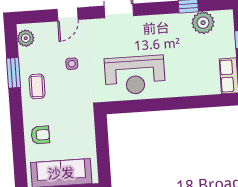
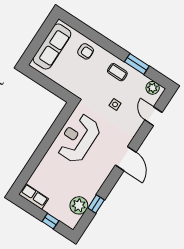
door: (68, 14) -> (153, 116), moved
armchair: (40, 135) -> (86, 51), turned -90

